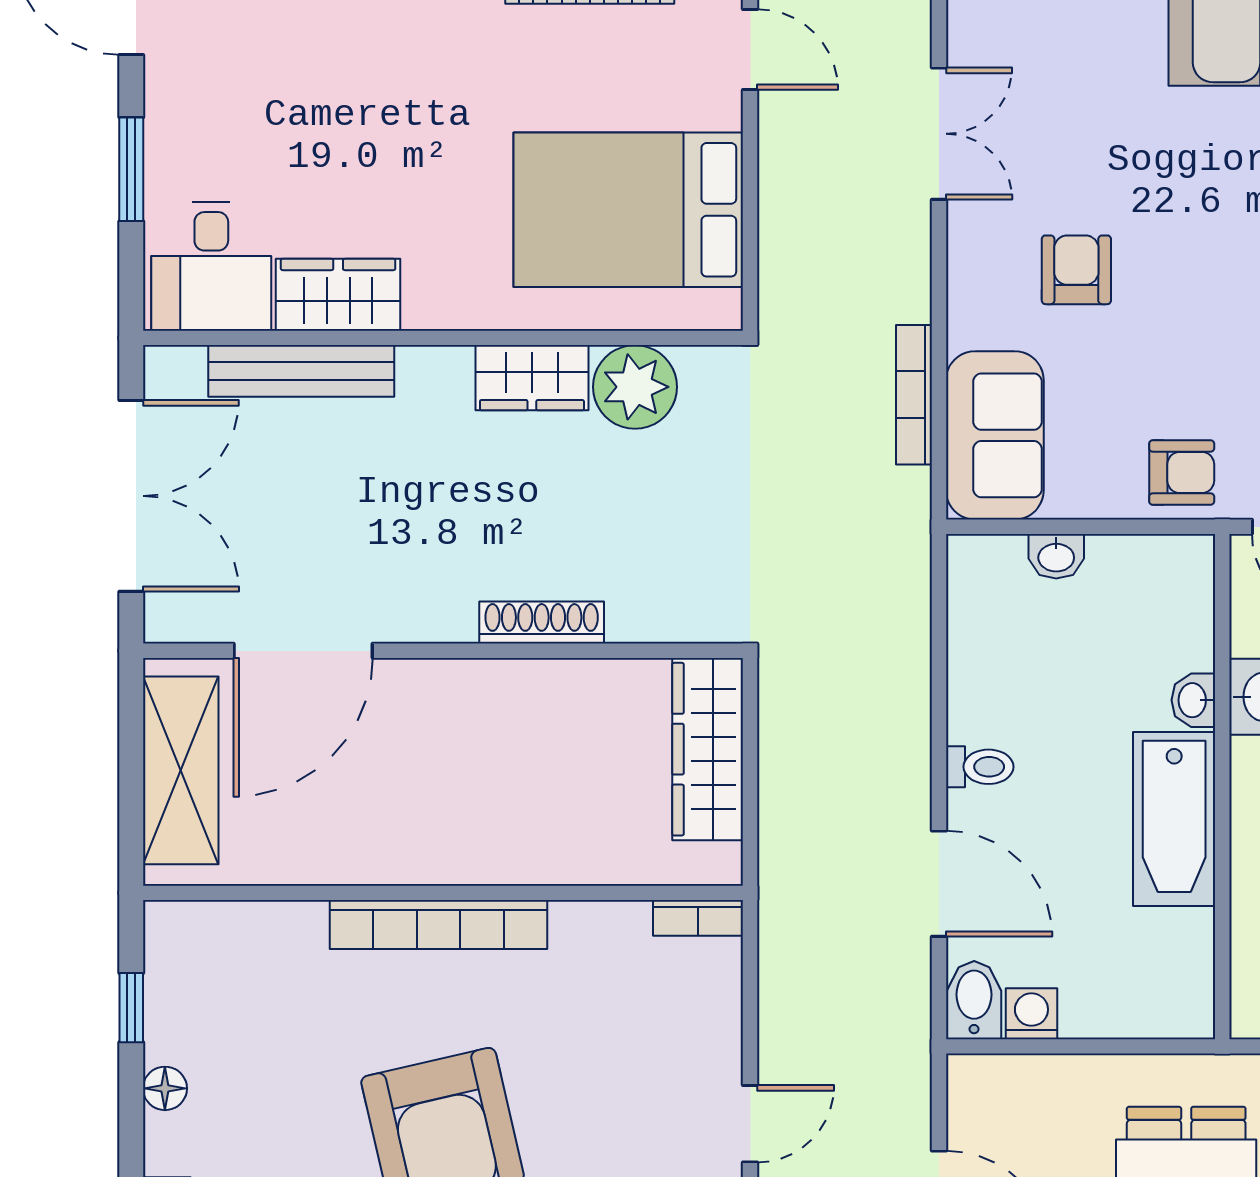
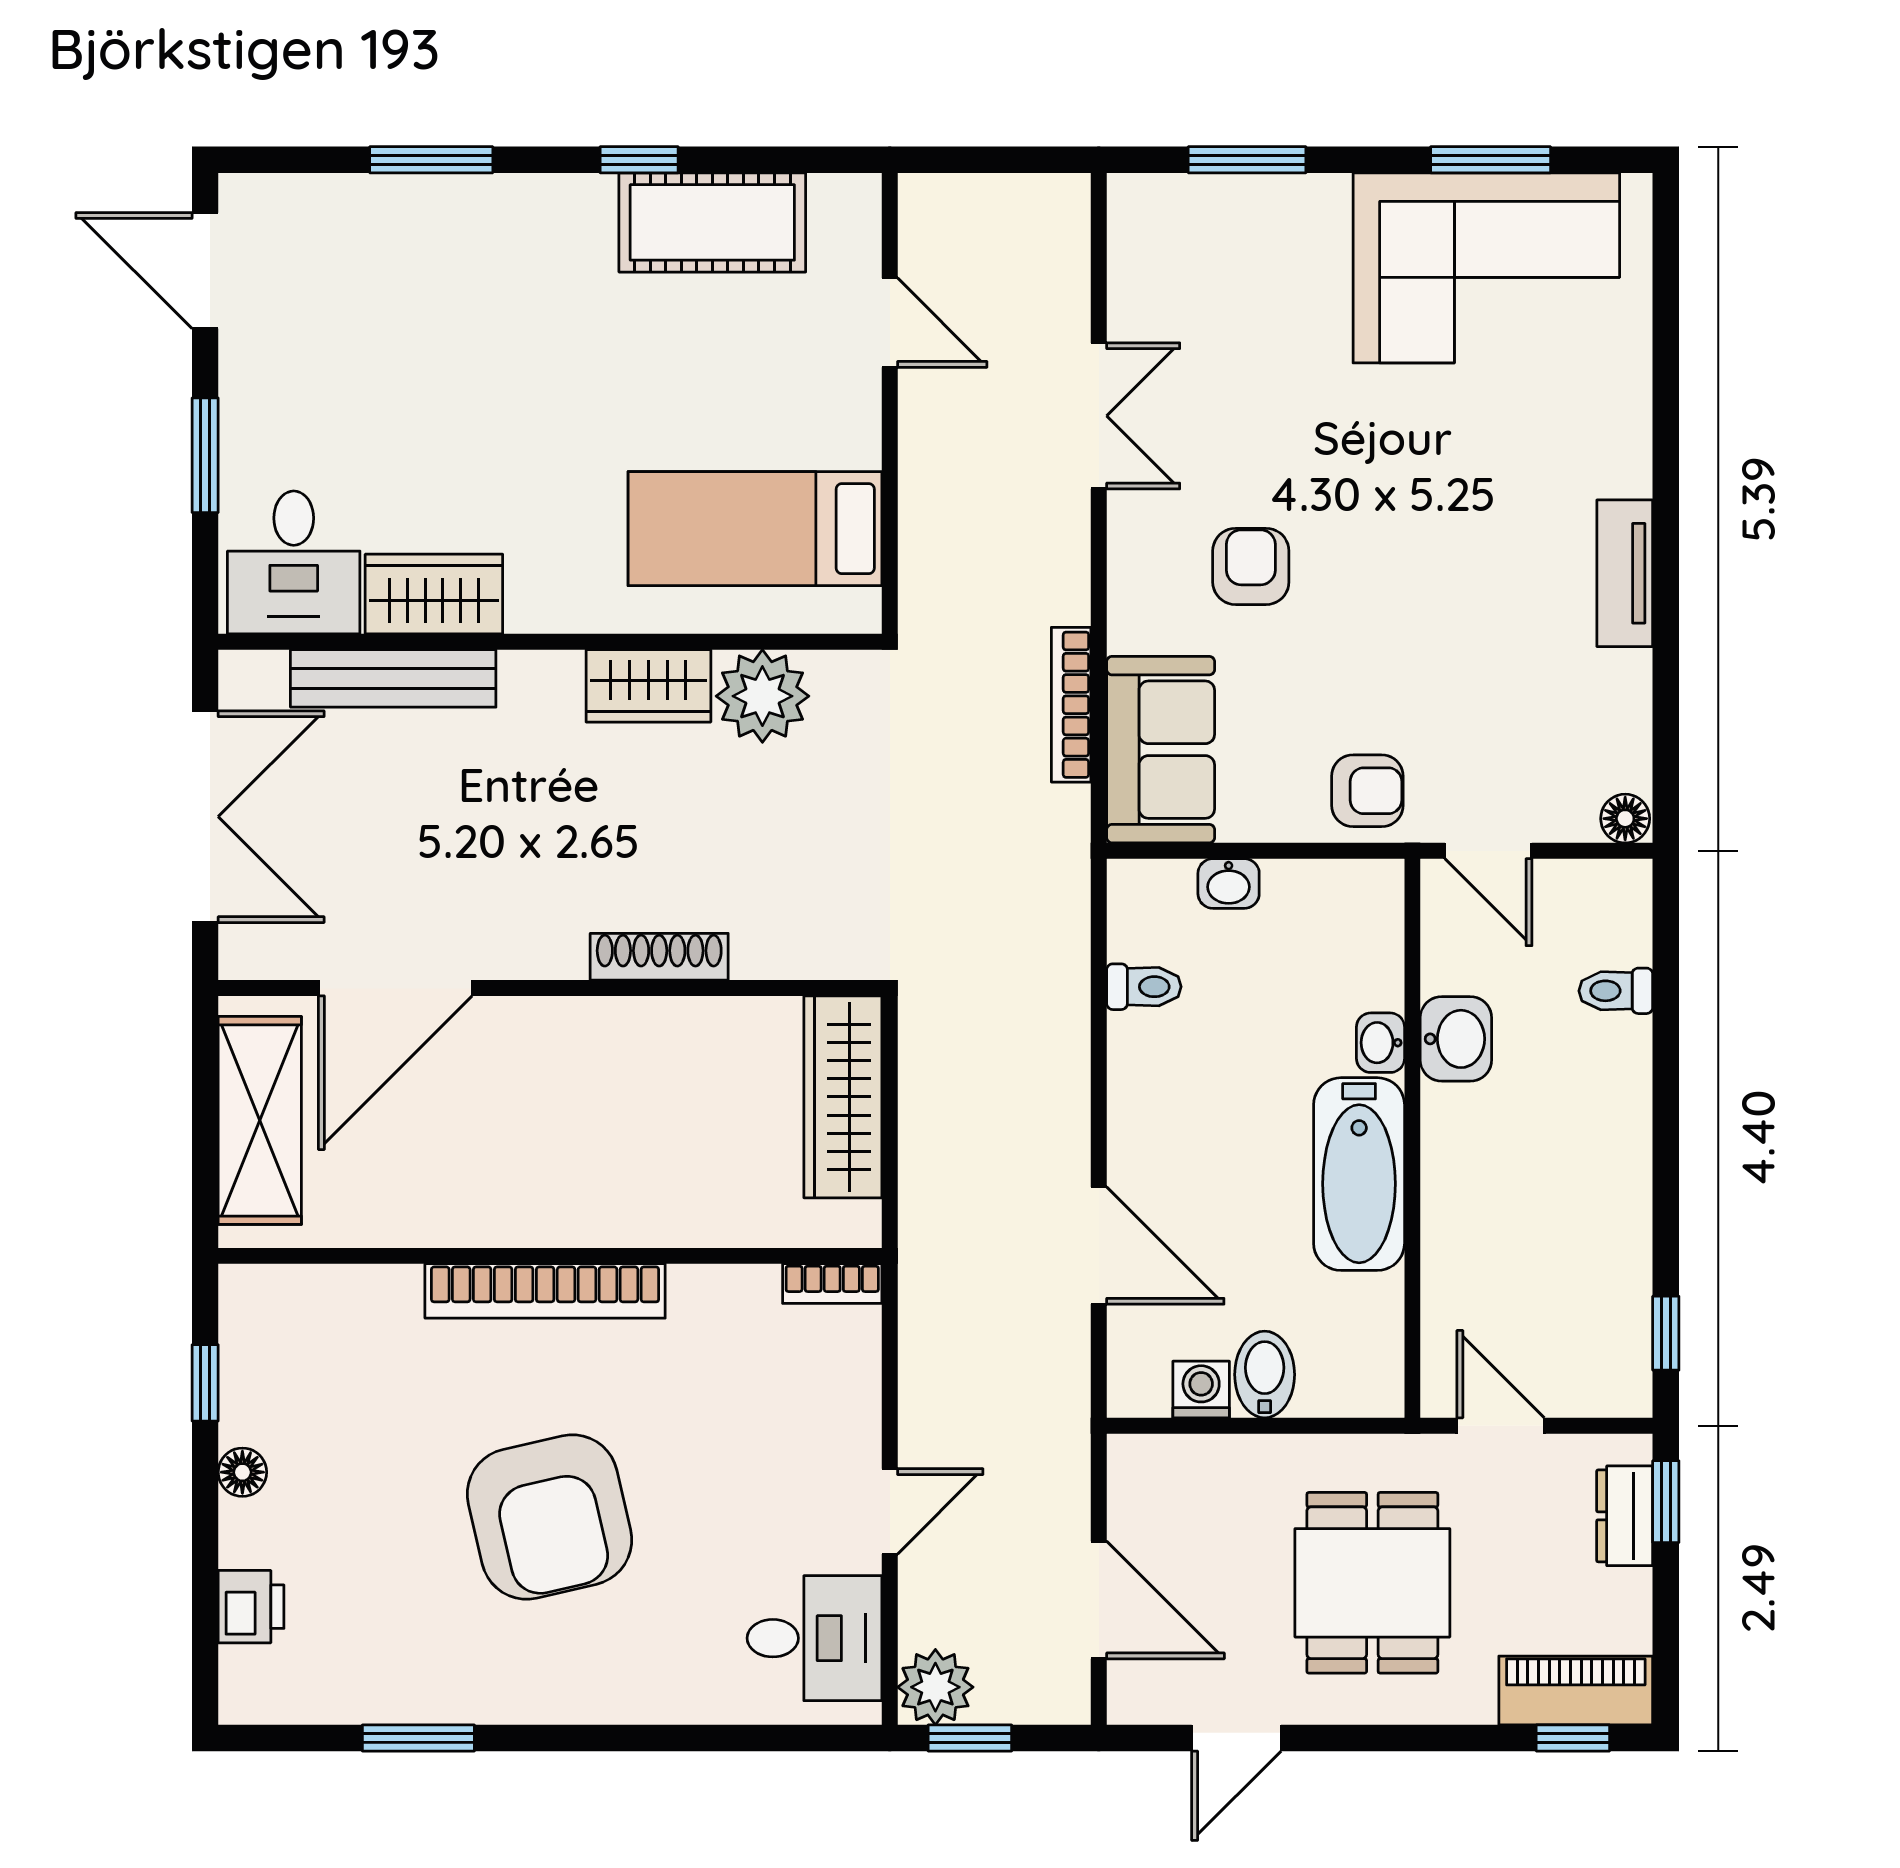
bed: (628, 210) -> (755, 529), width x0.67
toilet: (980, 767) -> (1144, 987), moved
bidet: (974, 1000) -> (1265, 1375), moved

